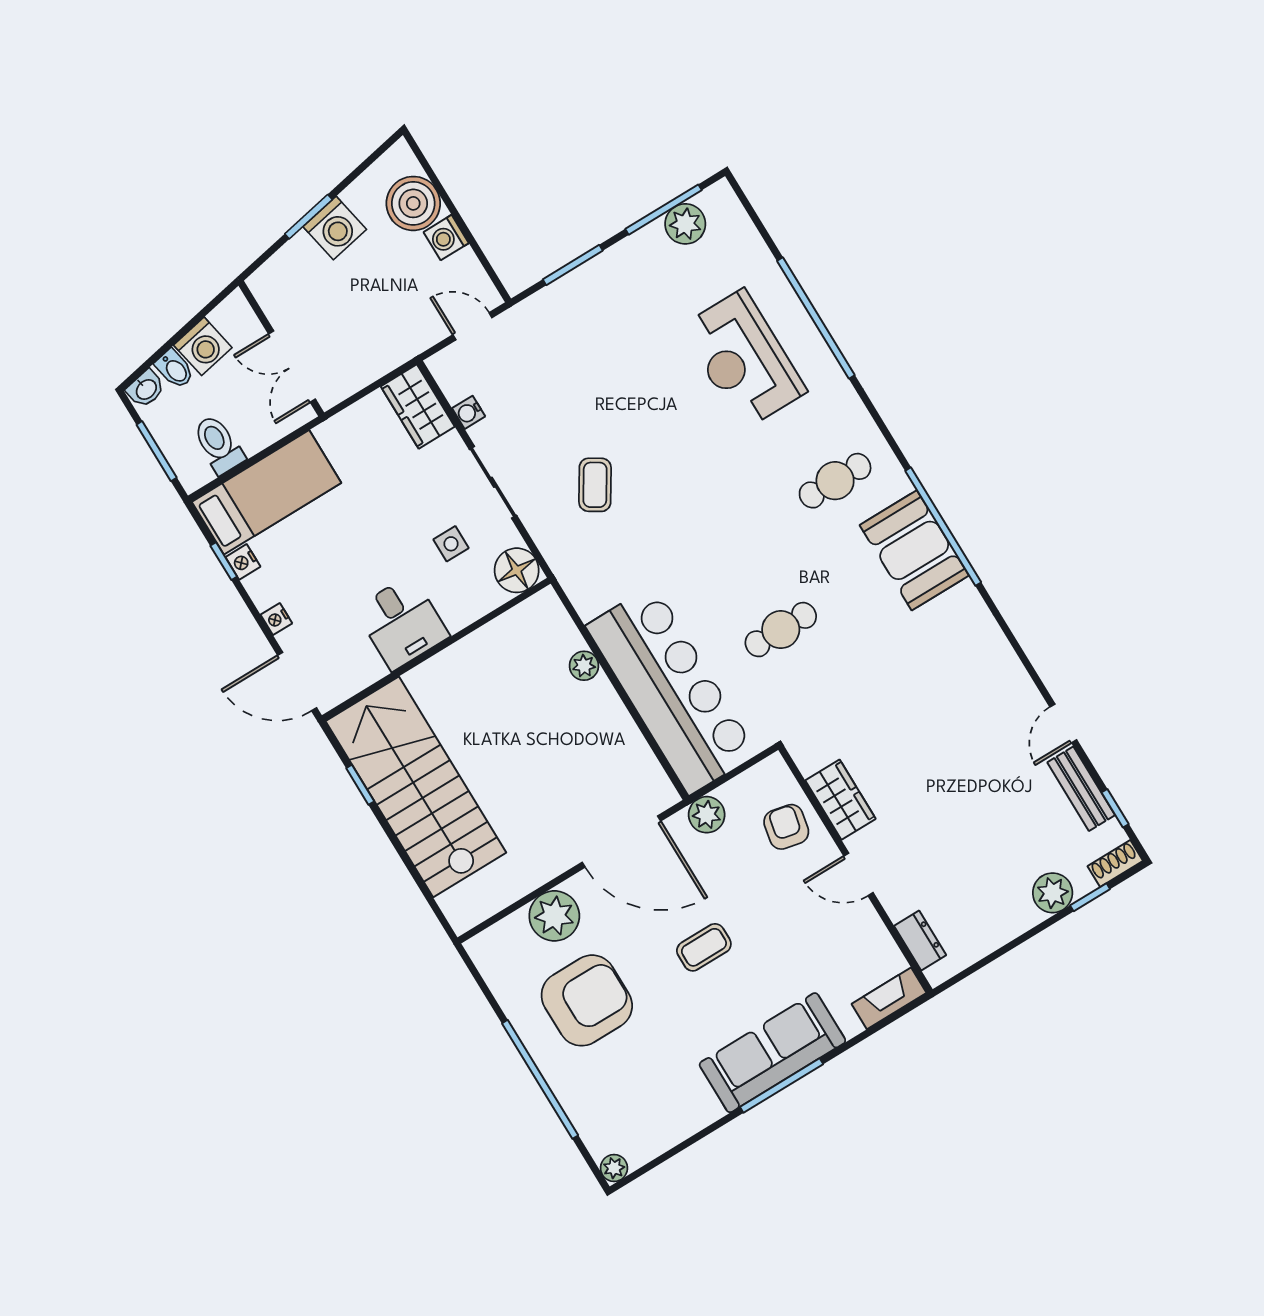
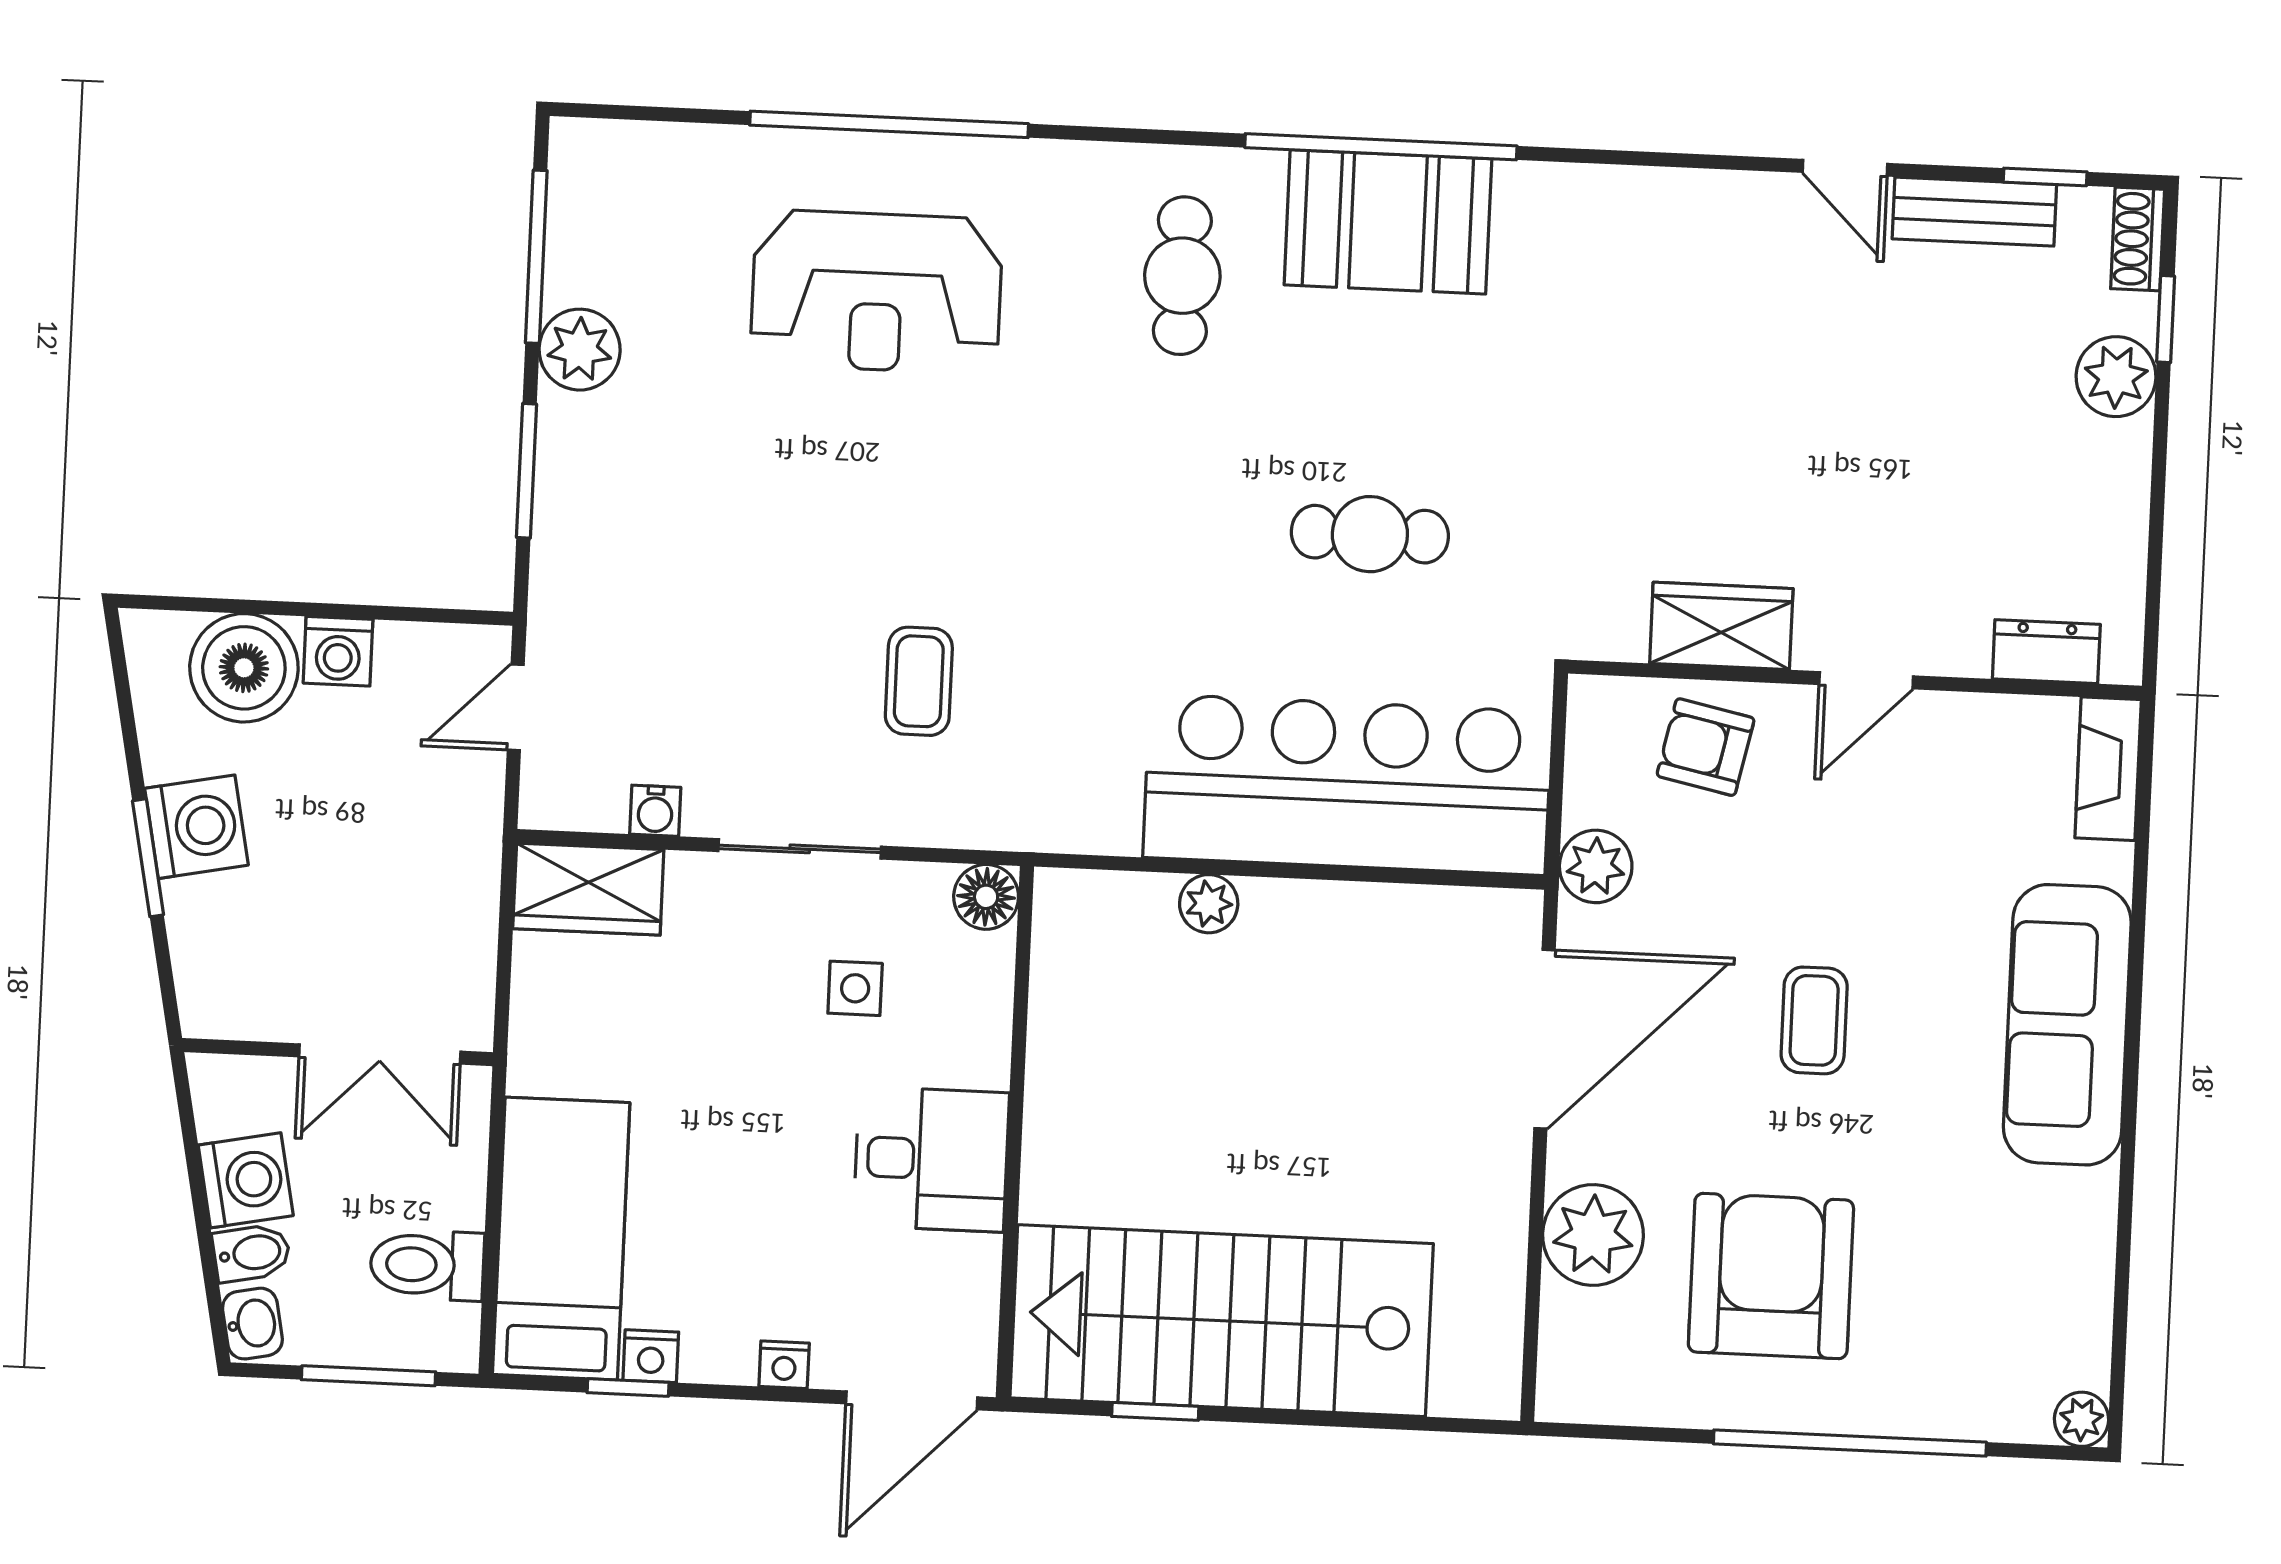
plant: (685, 224) -> (580, 350), moved
coffee table: (595, 485) -> (919, 681), turned 58
floor lamp: (517, 570) -> (986, 897), width x0.73, depth x0.73
cafe table: (781, 630) -> (1370, 534), turned 90
window: (782, 1086) -> (2133, 1047), removed

